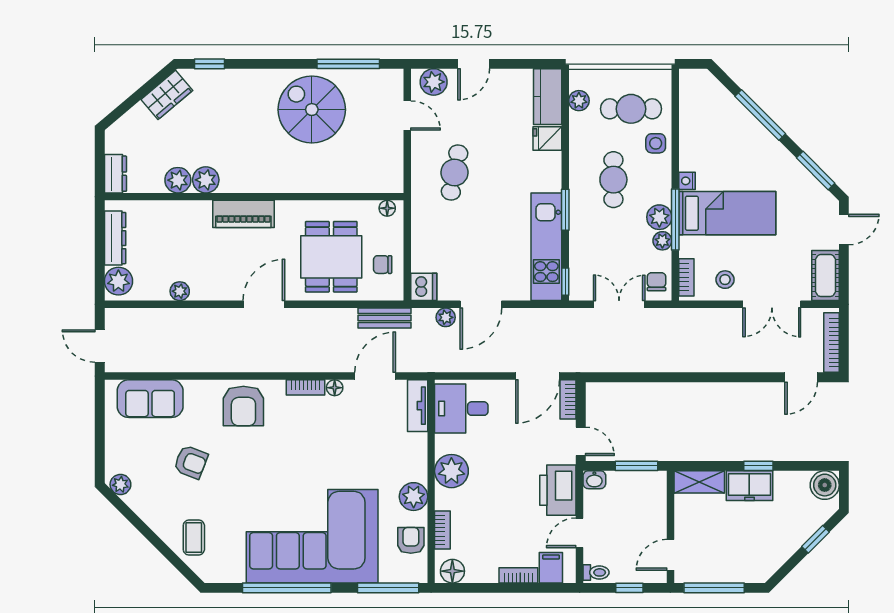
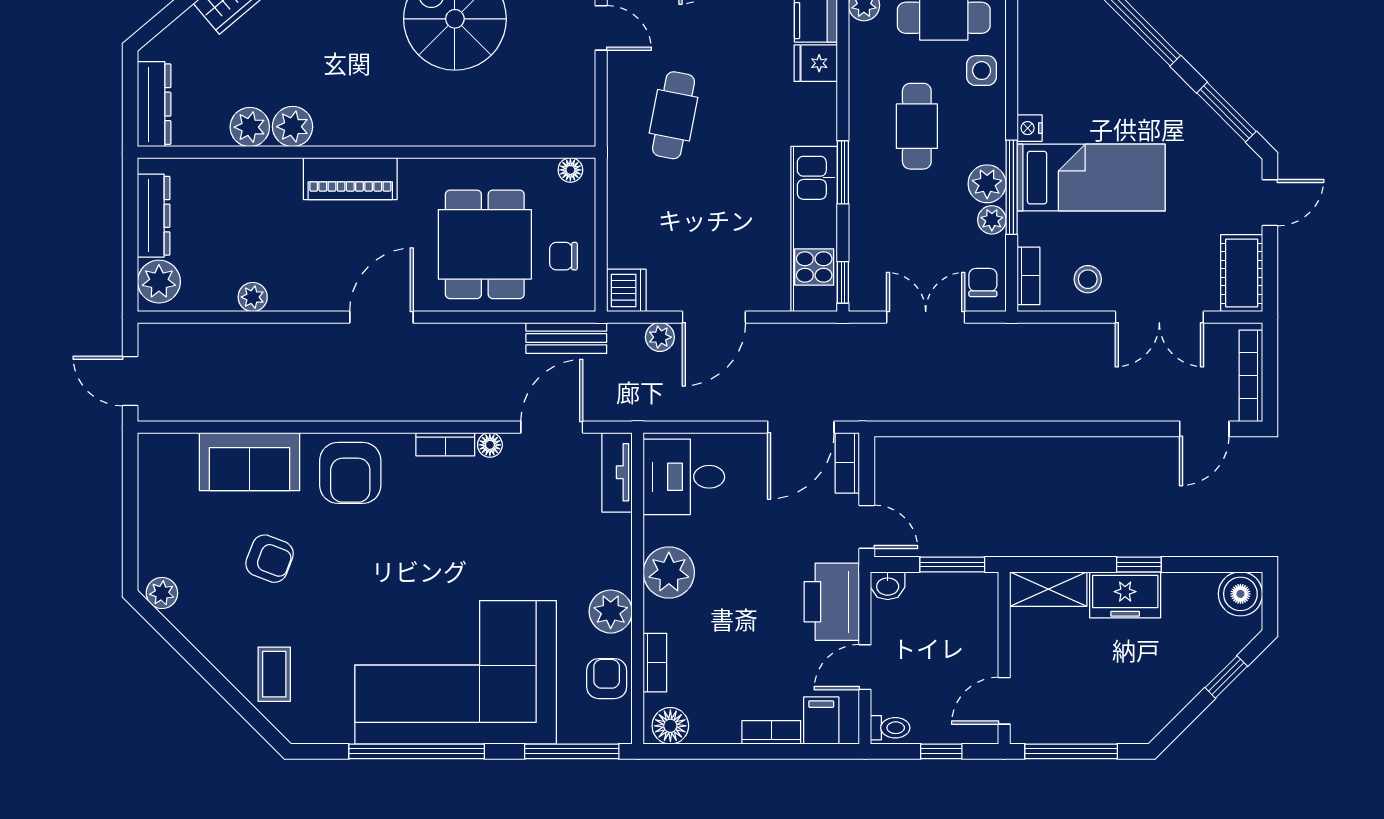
dresser: (115, 174) -> (154, 104), width x1.44
sofa: (150, 399) -> (250, 462), moved

